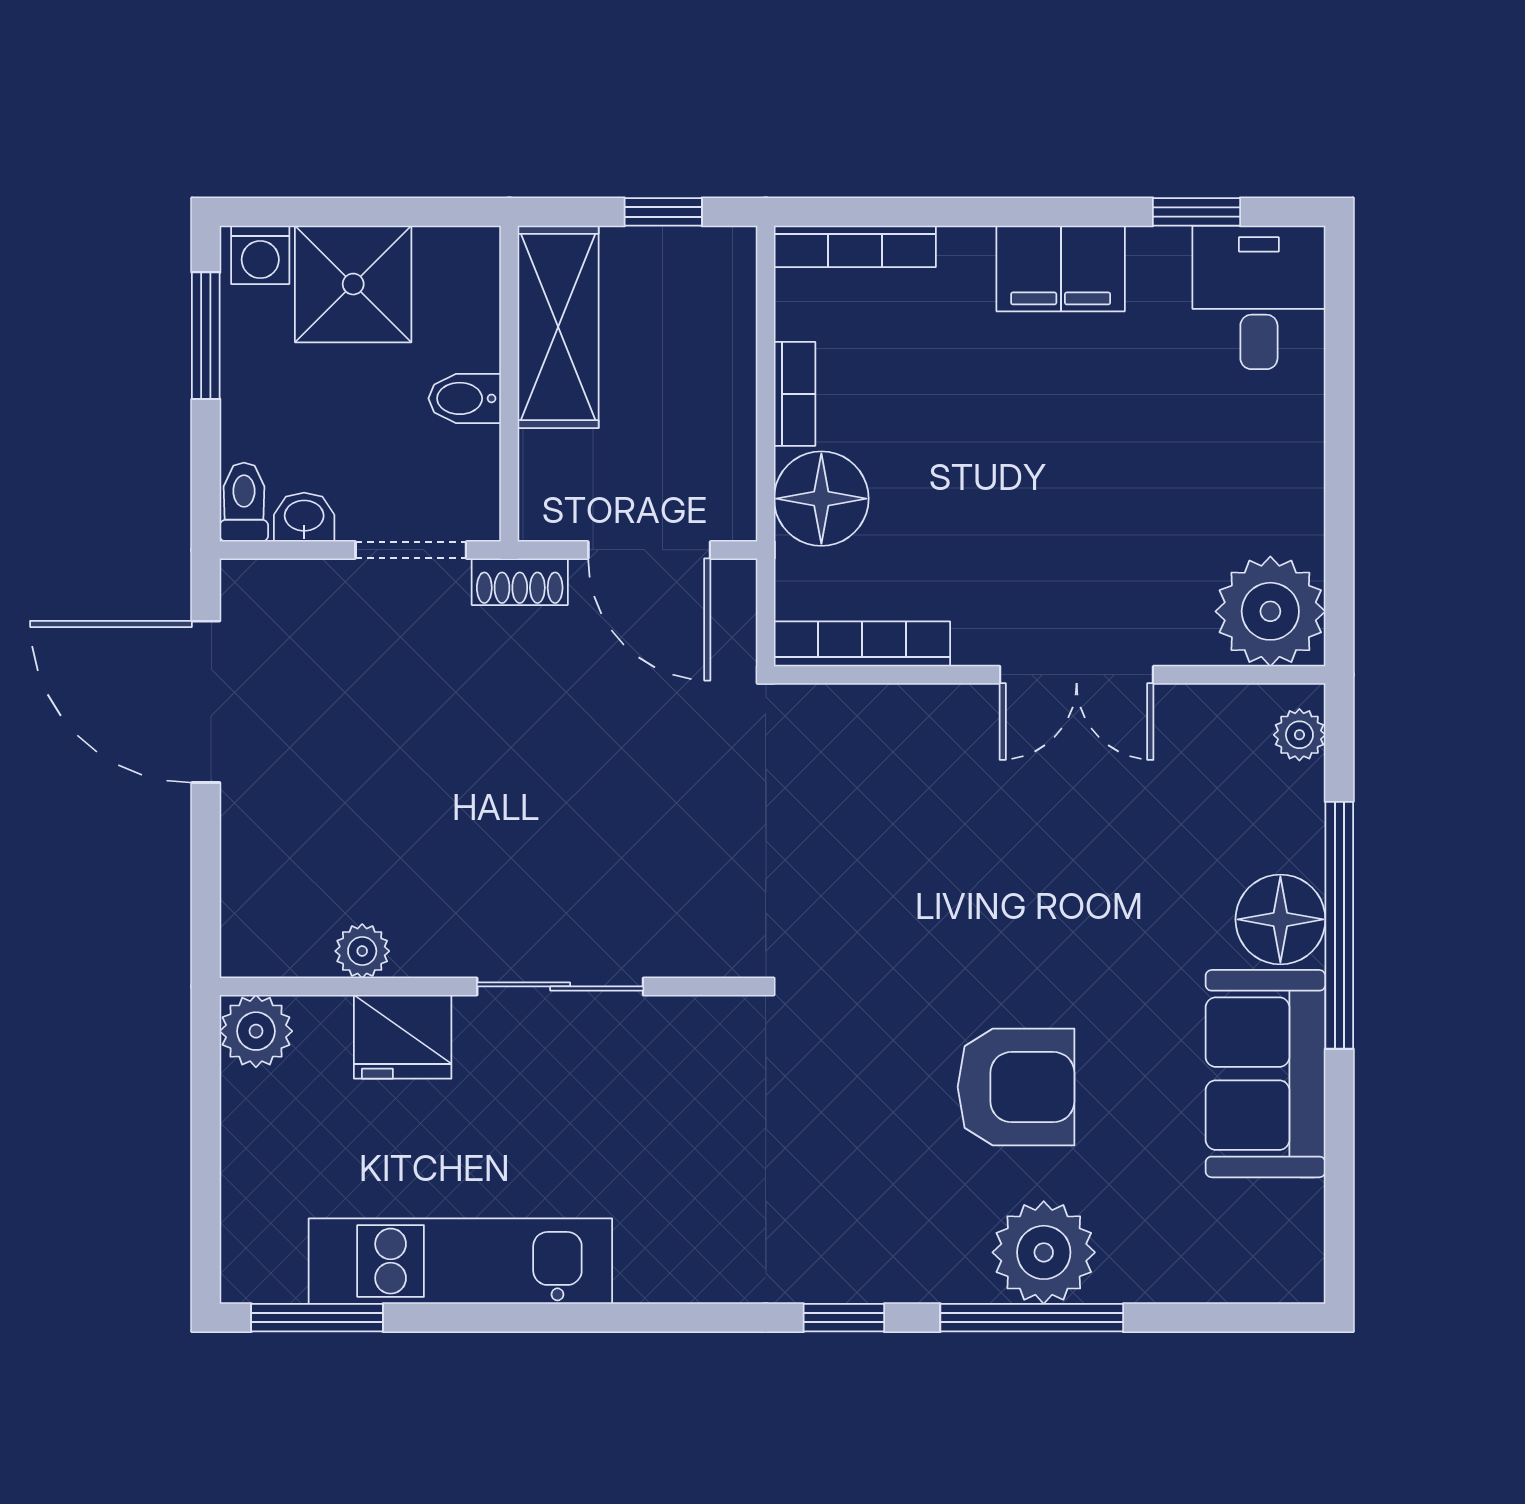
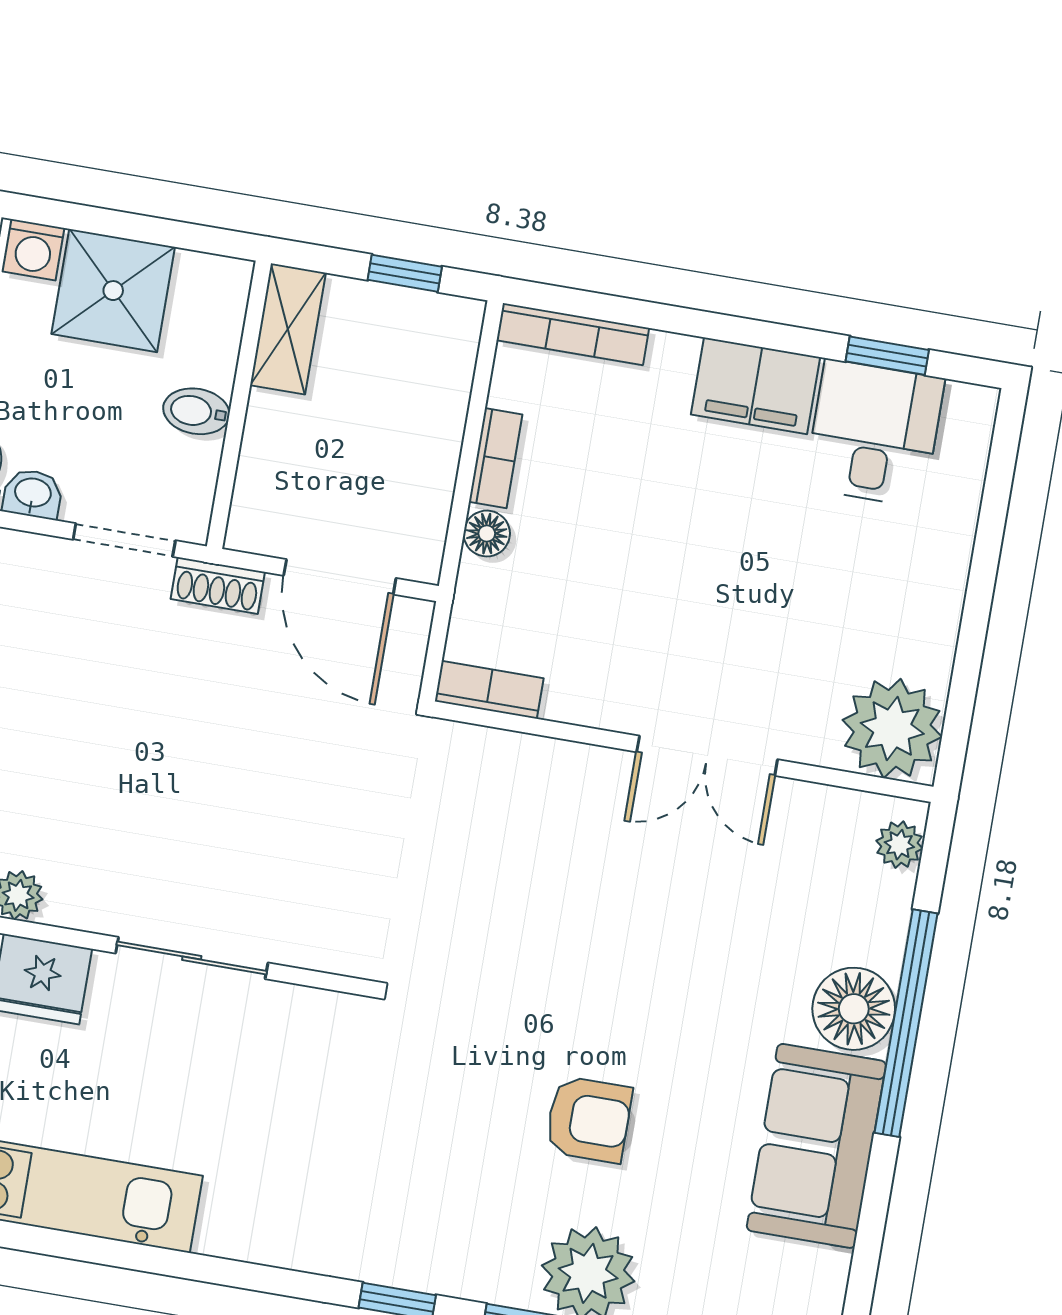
desk: (1259, 297) -> (874, 433), moved
shelving: (558, 327) -> (288, 329), width x0.67, depth x0.75
floor lamp: (821, 499) -> (487, 534), width x0.53, depth x0.53
bookcase: (862, 644) -> (489, 690), width x0.64
armchair: (1016, 1087) -> (589, 1119), width x0.72, depth x0.72

